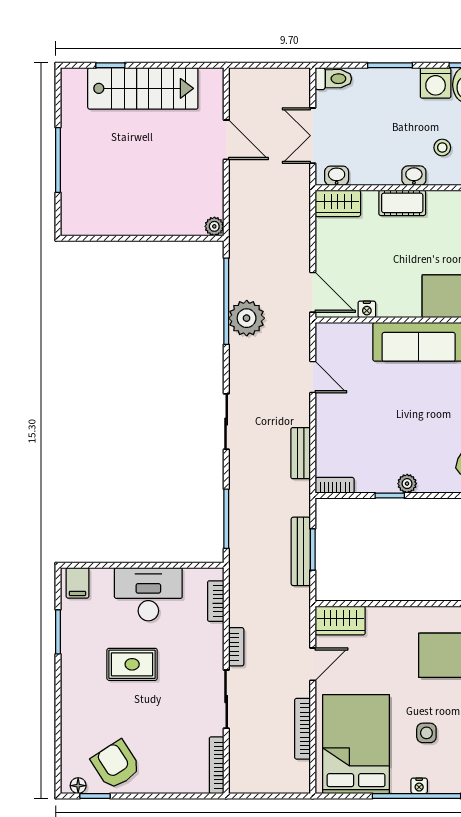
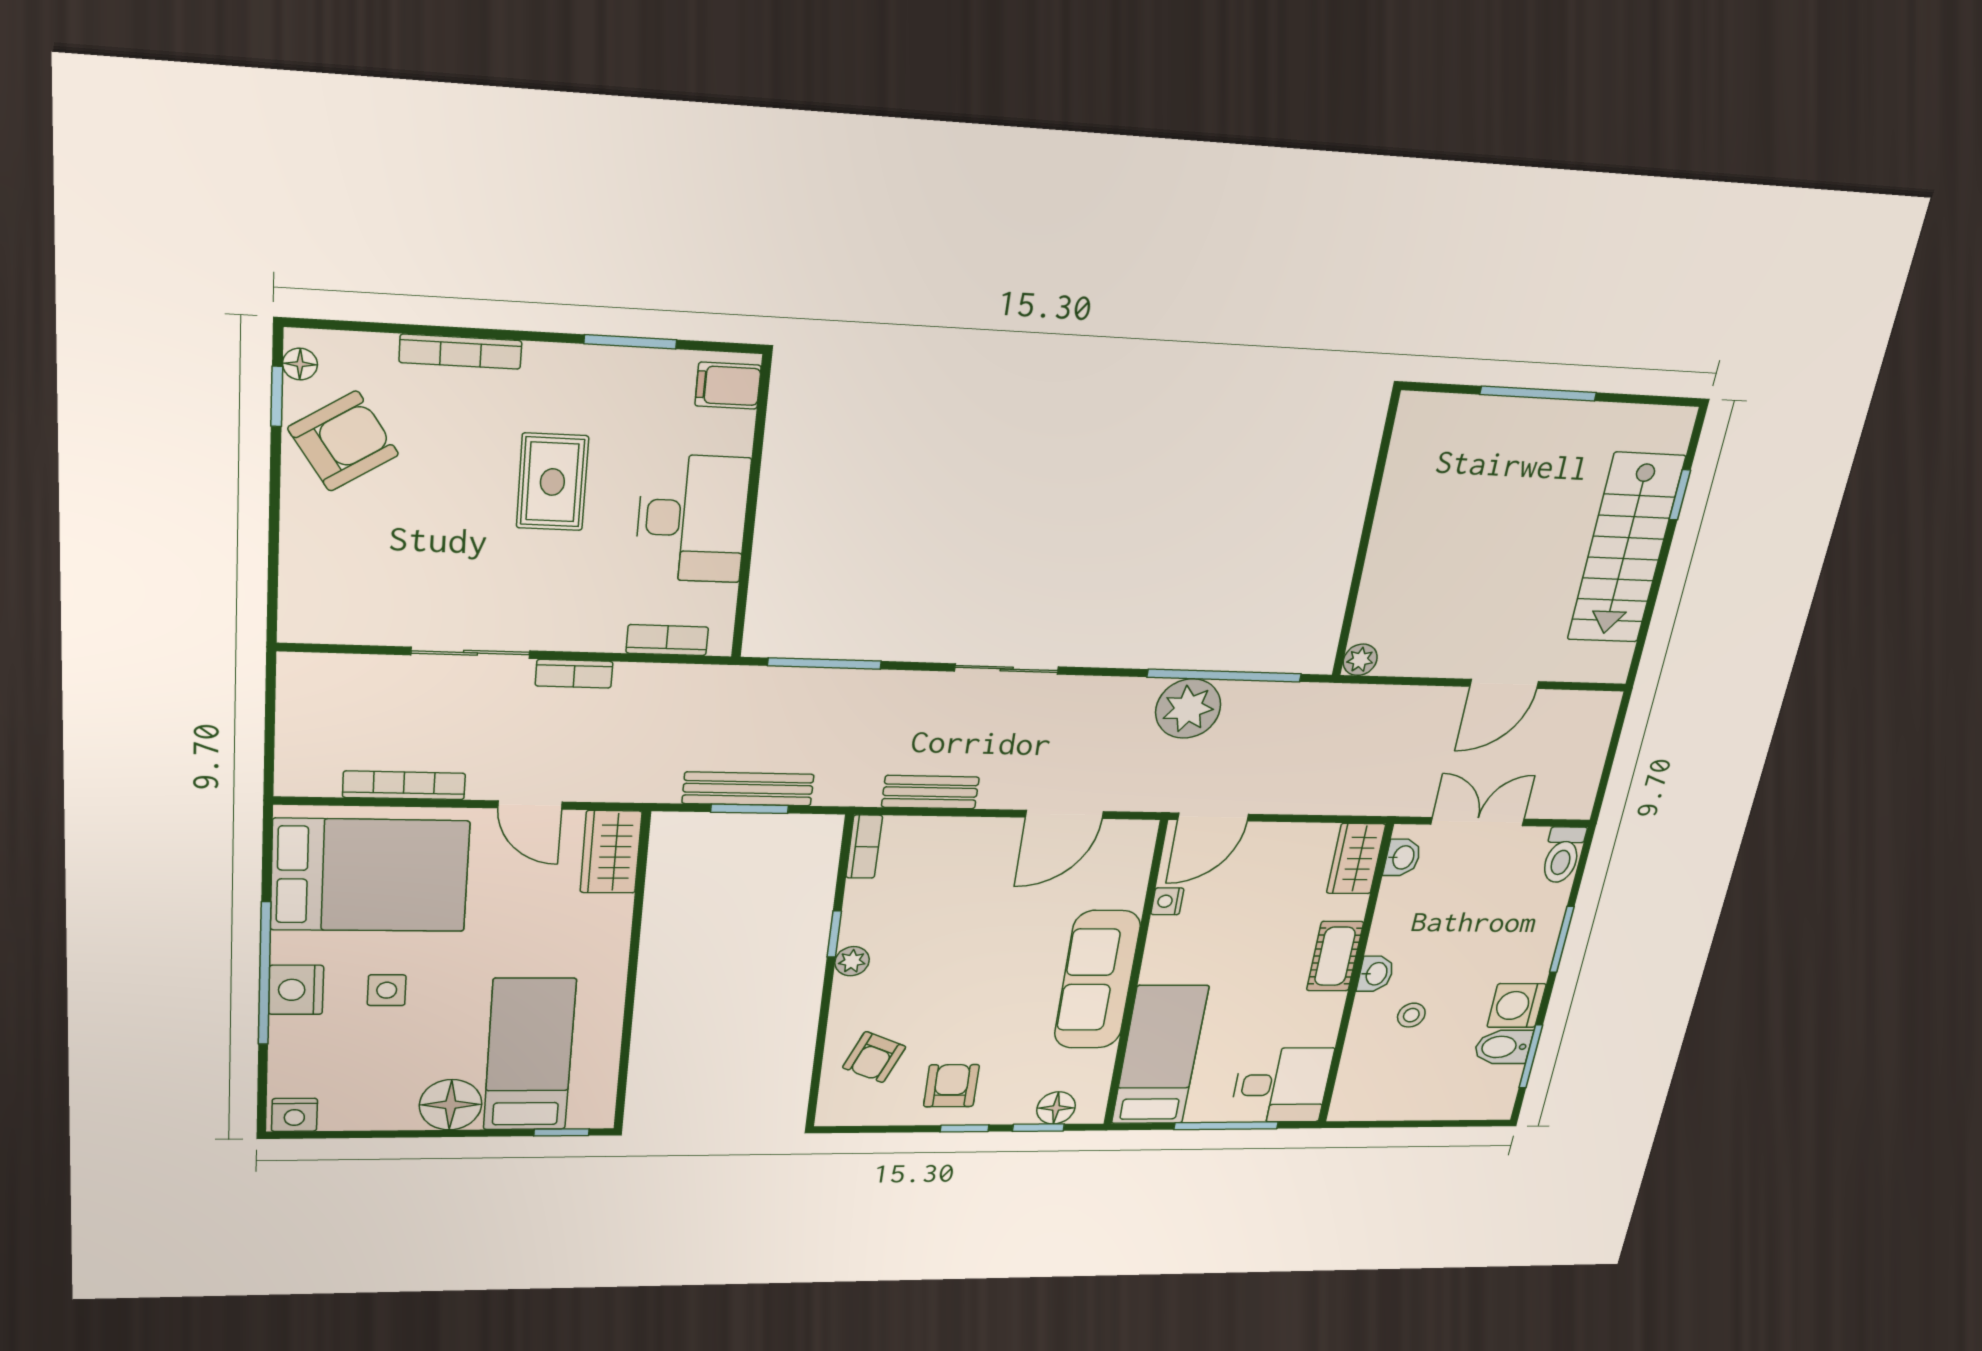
door: (313, 377) -> (1064, 814), width x1.38
bookcase: (217, 765) -> (461, 352), moved, turned 180
nightstand: (419, 786) -> (296, 990), width x1.89, depth x1.79

